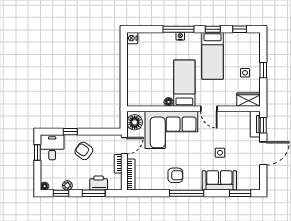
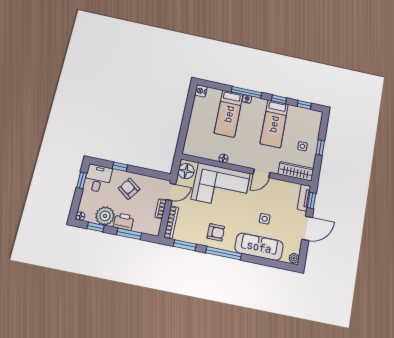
bed: (184, 83) -> (229, 114), moved, turned 180
wardrobe: (249, 100) -> (296, 171), width x1.50
door: (209, 109) -> (262, 173), hinge flipped
sofa: (219, 180) -> (259, 247), width x1.36
printer: (99, 183) -> (124, 222), moved
plant: (67, 185) -> (105, 216), width x1.87, depth x1.87
plant: (255, 185) -> (294, 258), added
window: (240, 193) -> (185, 245), moved

